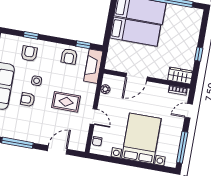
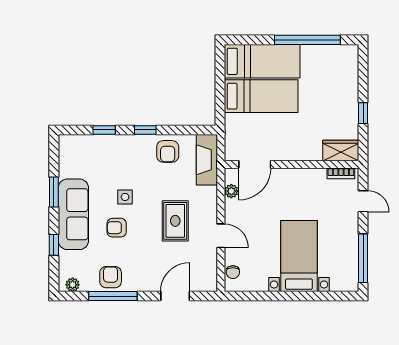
window: (83, 45) -> (145, 130), moved
armchair: (29, 54) -> (111, 277), moved
door: (137, 77) -> (255, 164), moved
rug: (66, 102) -> (175, 221), turned 90
door: (189, 111) -> (363, 201), swing flipped
bed with nightstands: (141, 138) -> (299, 256), width x0.73

